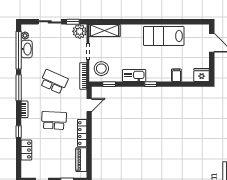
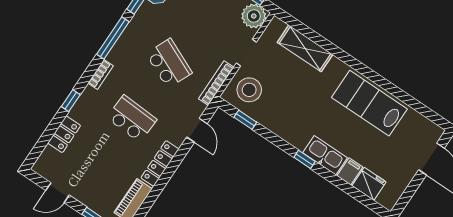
shelving: (104, 30) -> (305, 48), moved
fridge: (202, 75) -> (369, 184), moved
kitchen sink: (134, 76) -> (325, 155), moved
door: (89, 105) -> (197, 130), hinge flipped

